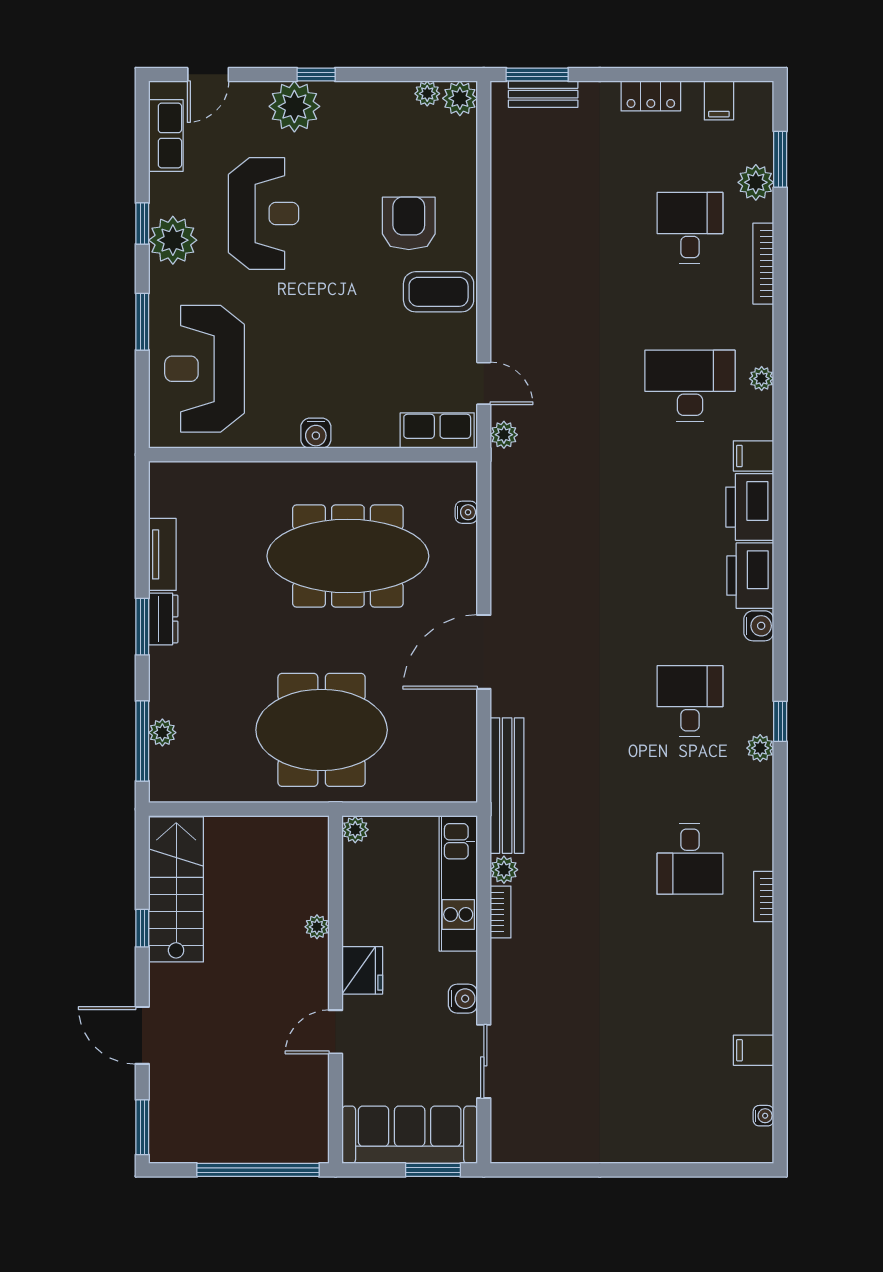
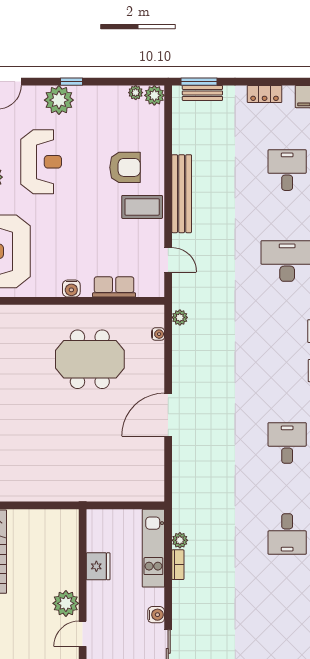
armchair: (409, 223) -> (125, 167), turned 90
row of seats: (437, 431) -> (114, 287), moved
plant: (504, 435) -> (180, 317), moved
meeting table: (348, 556) -> (90, 359), width x0.73
meeting table: (322, 730) -> (75, 460), removed
bench: (507, 786) -> (182, 194), moved
plant: (355, 830) -> (94, 517), removed
plant: (317, 927) -> (66, 603), moved, width x1.87, depth x1.87
fridge: (362, 970) -> (98, 566), moved

